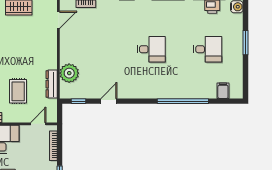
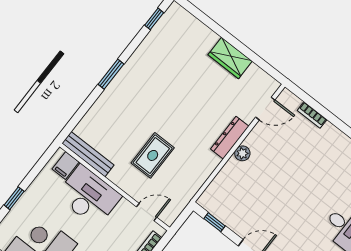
plant: (69, 73) -> (242, 153), moved, width x0.53, depth x0.53
dresser: (52, 84) -> (230, 138), moved

